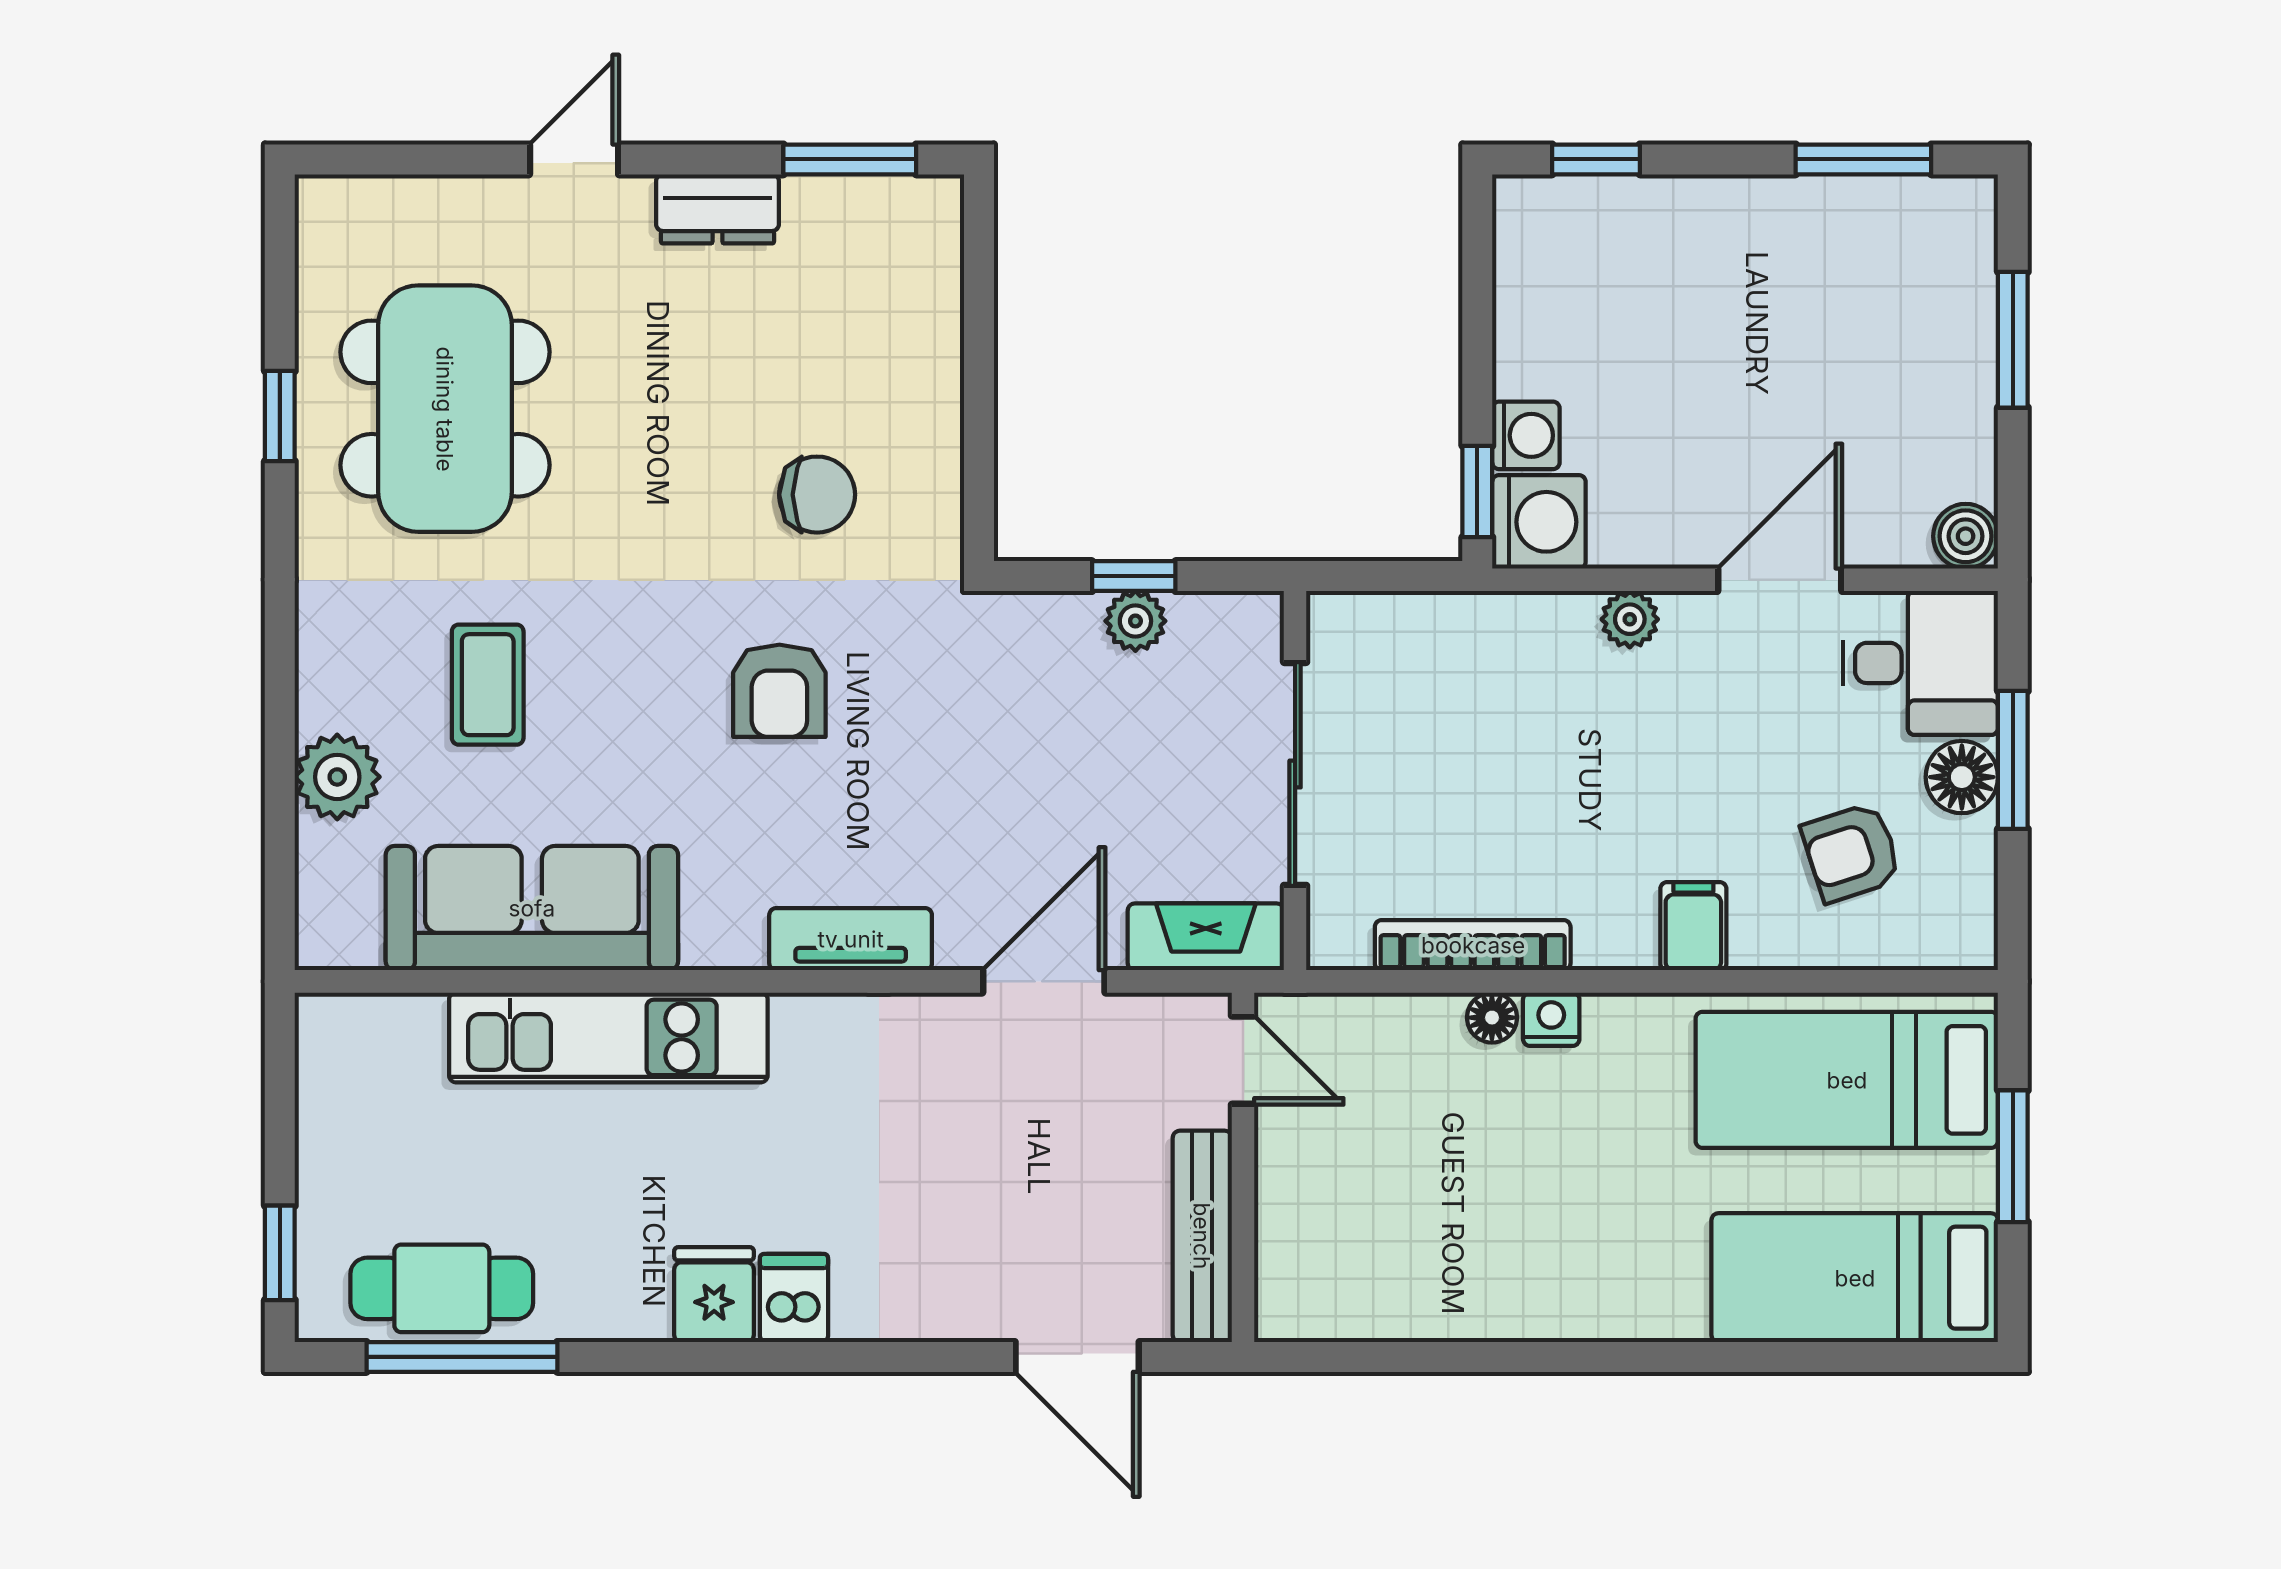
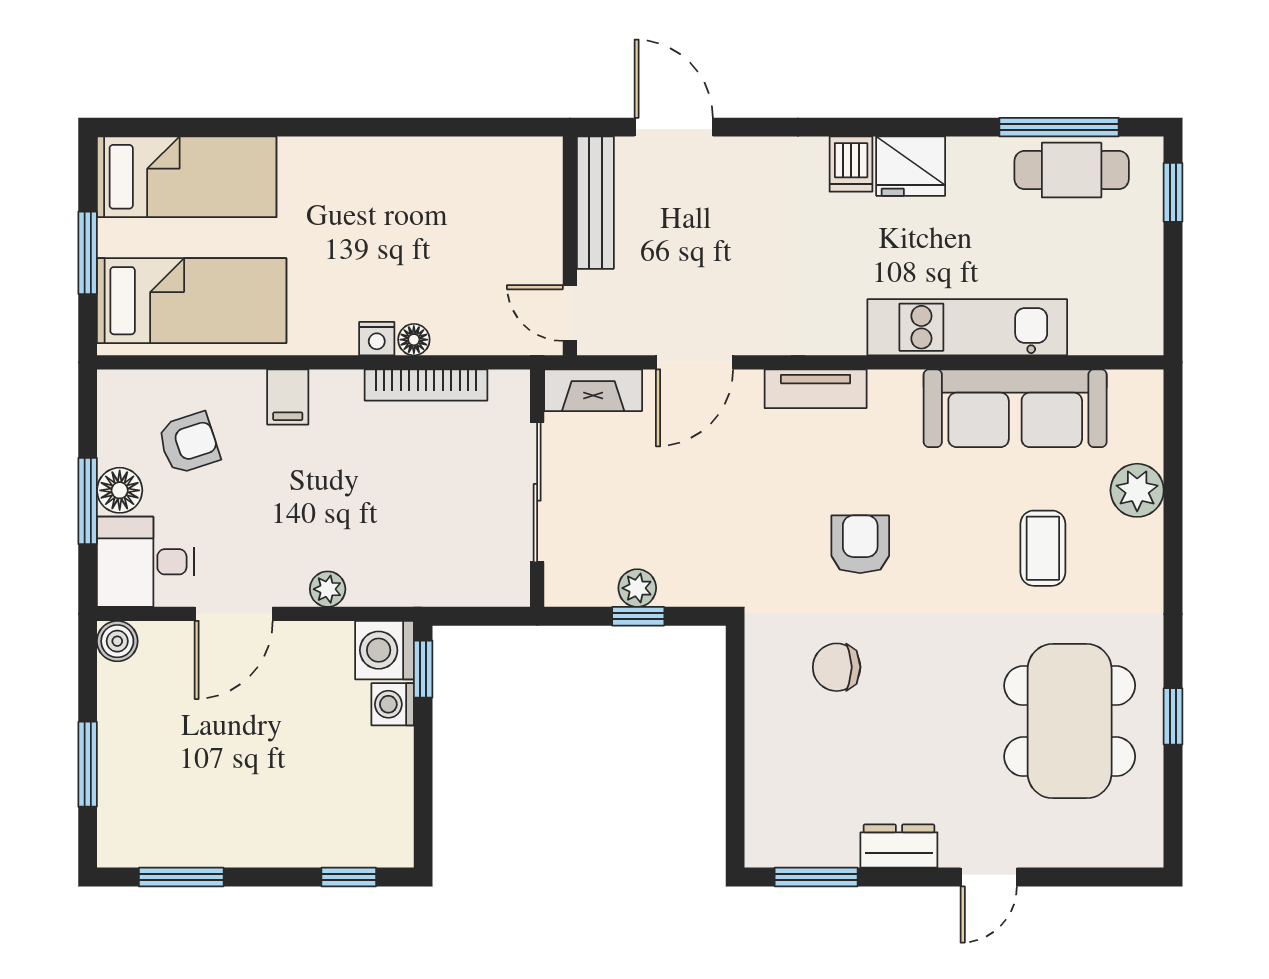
fridge: (714, 1295) -> (911, 166), width x1.38

